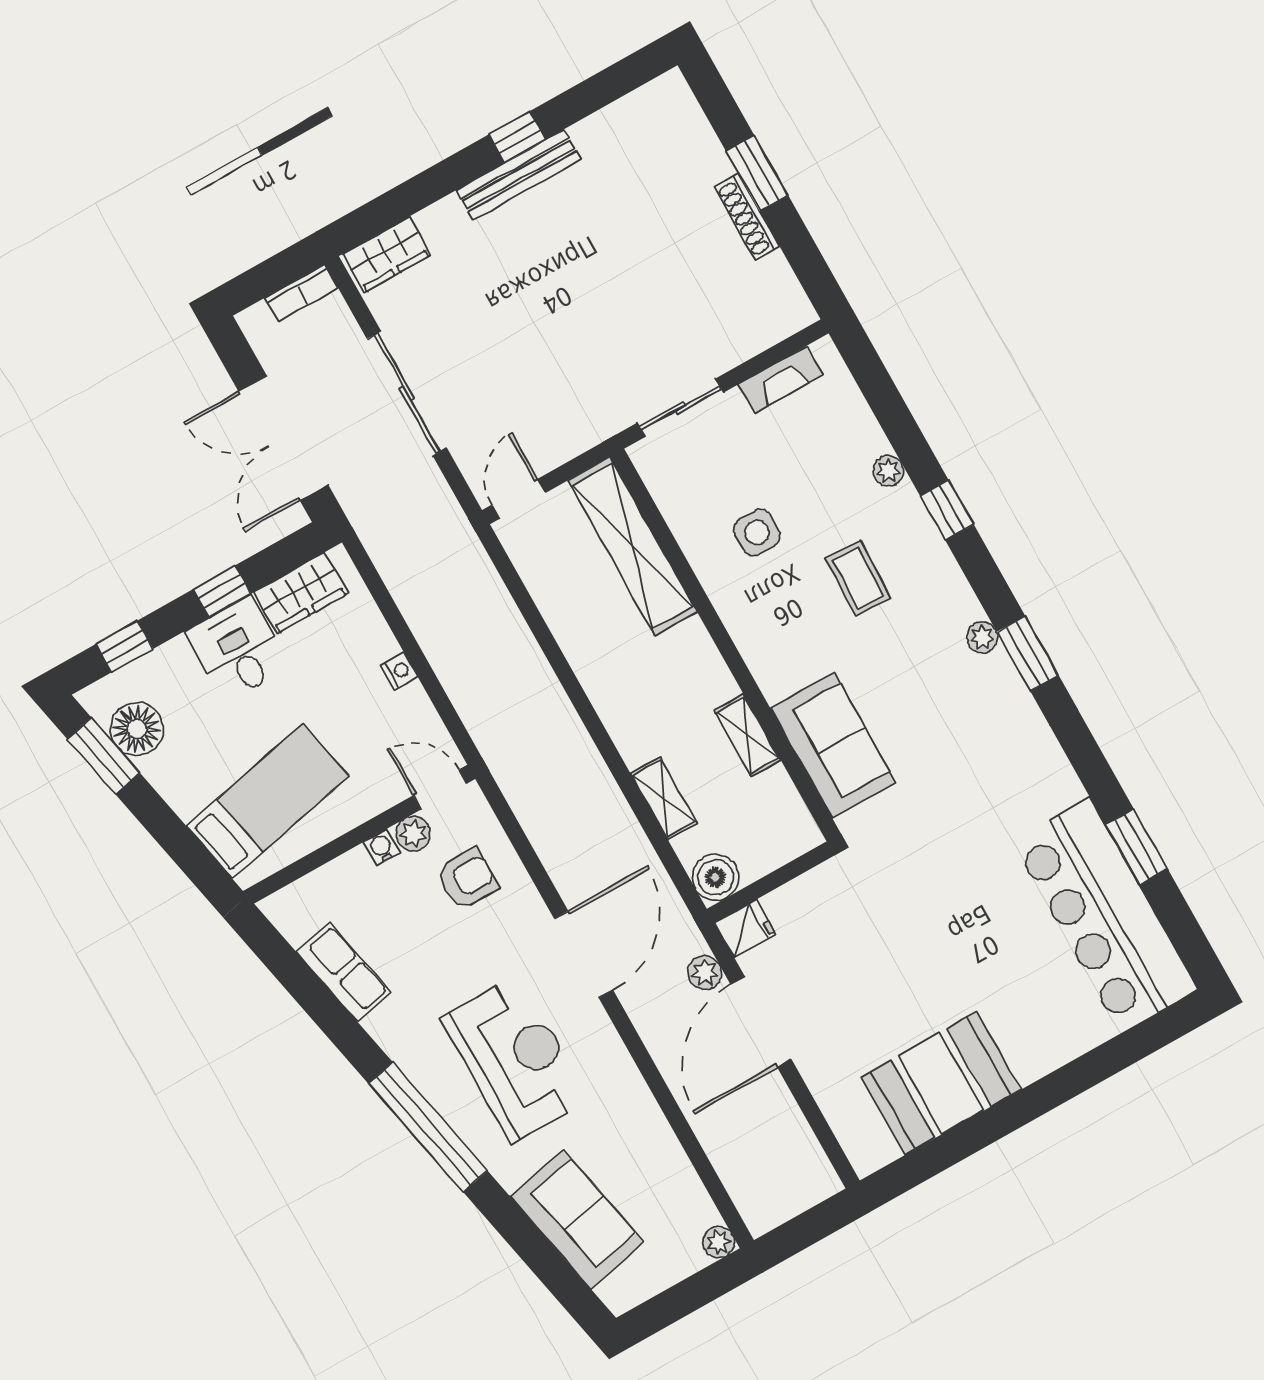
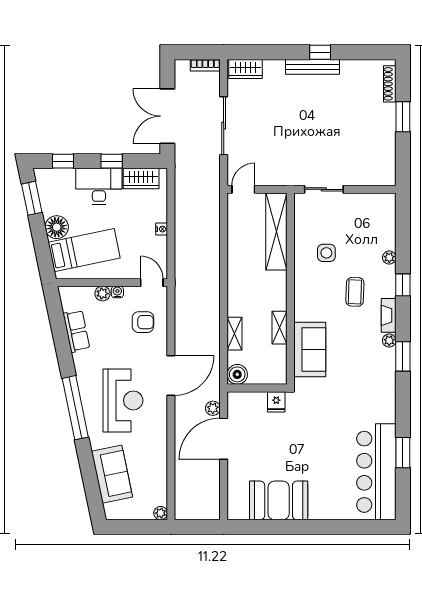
shoe rack: (747, 217) -> (390, 84), moved
fireplace: (781, 380) -> (389, 315), moved, turned 90
desk: (238, 649) -> (99, 186), width x1.37
floor lamp: (137, 729) -> (57, 227), moved
plant: (413, 834) -> (102, 294), moved
fridge: (745, 929) -> (276, 402), moved, turned 90

